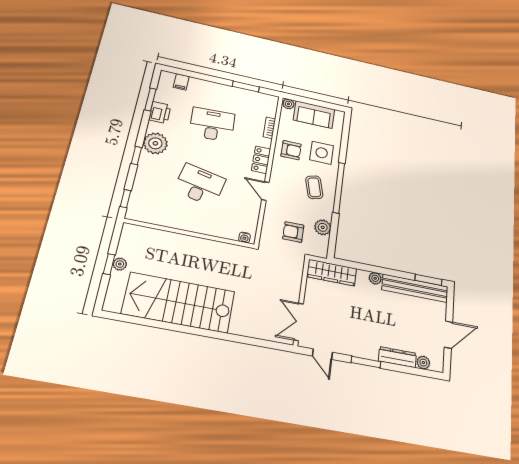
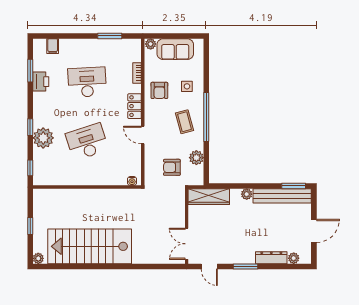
plant: (155, 143) -> (43, 138), moved
armchair: (291, 150) -> (159, 90), turned 90
side table: (322, 153) -> (187, 86), width x0.54, depth x0.54
desk: (200, 185) -> (87, 142), turned -30
plant: (120, 264) -> (38, 258), moved

